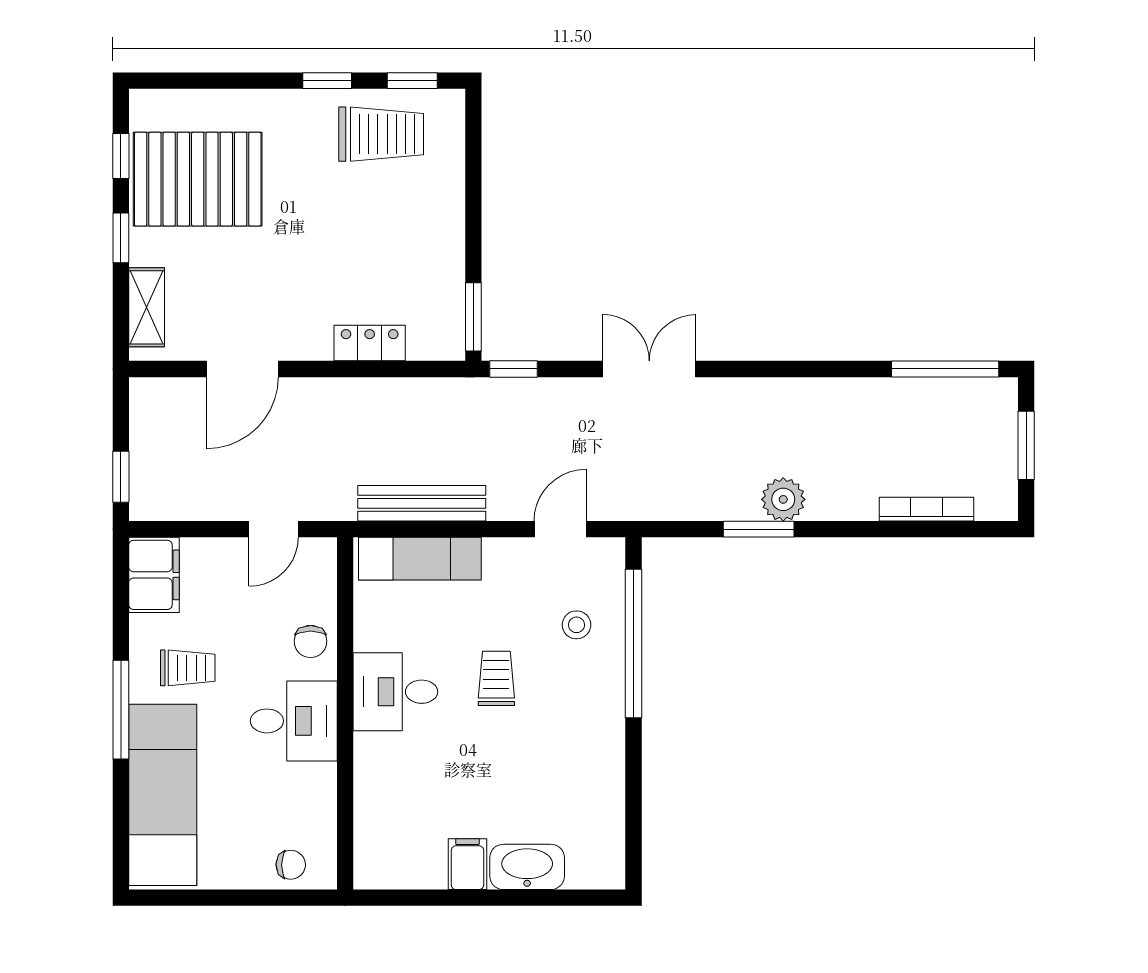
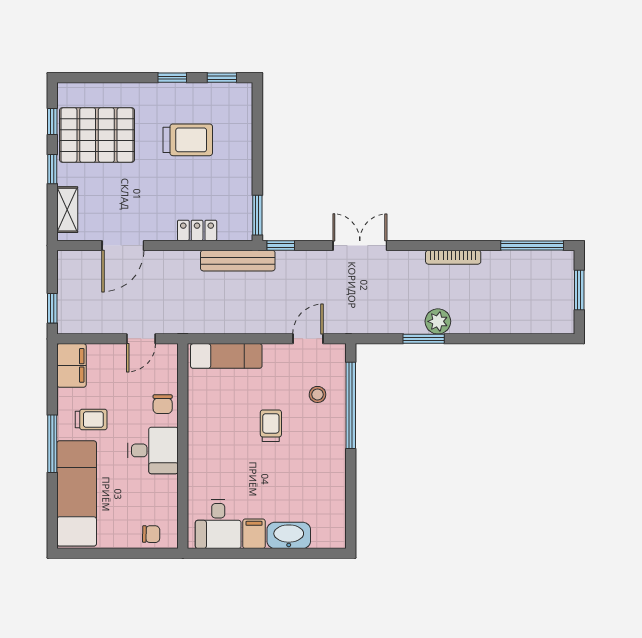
trolley: (381, 134) -> (188, 140), moved
bench: (422, 503) -> (238, 261), moved
bookcase: (926, 509) -> (453, 257), moved, turned 180
desk: (395, 692) -> (218, 524), moved, turned -90

